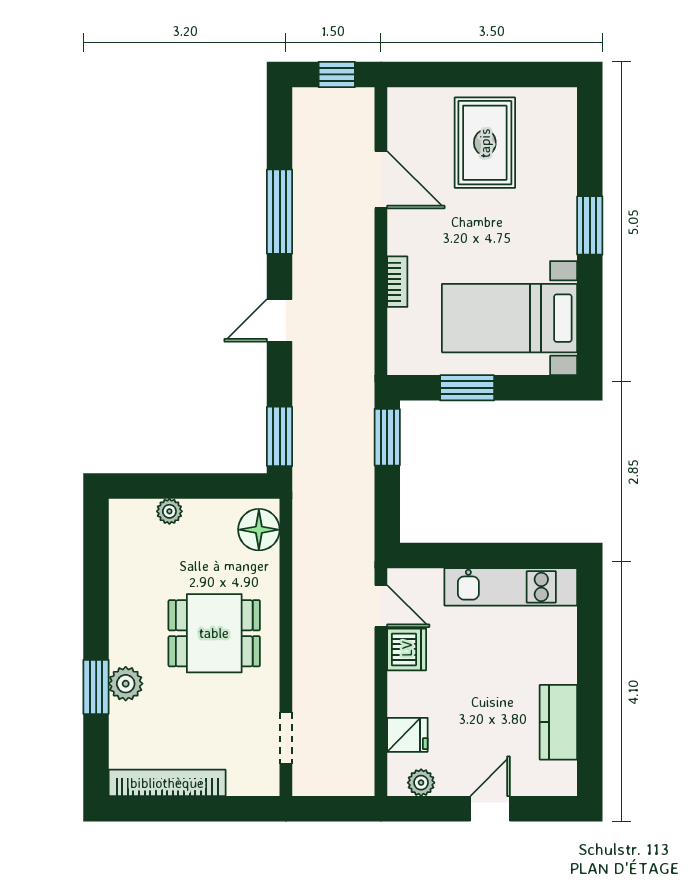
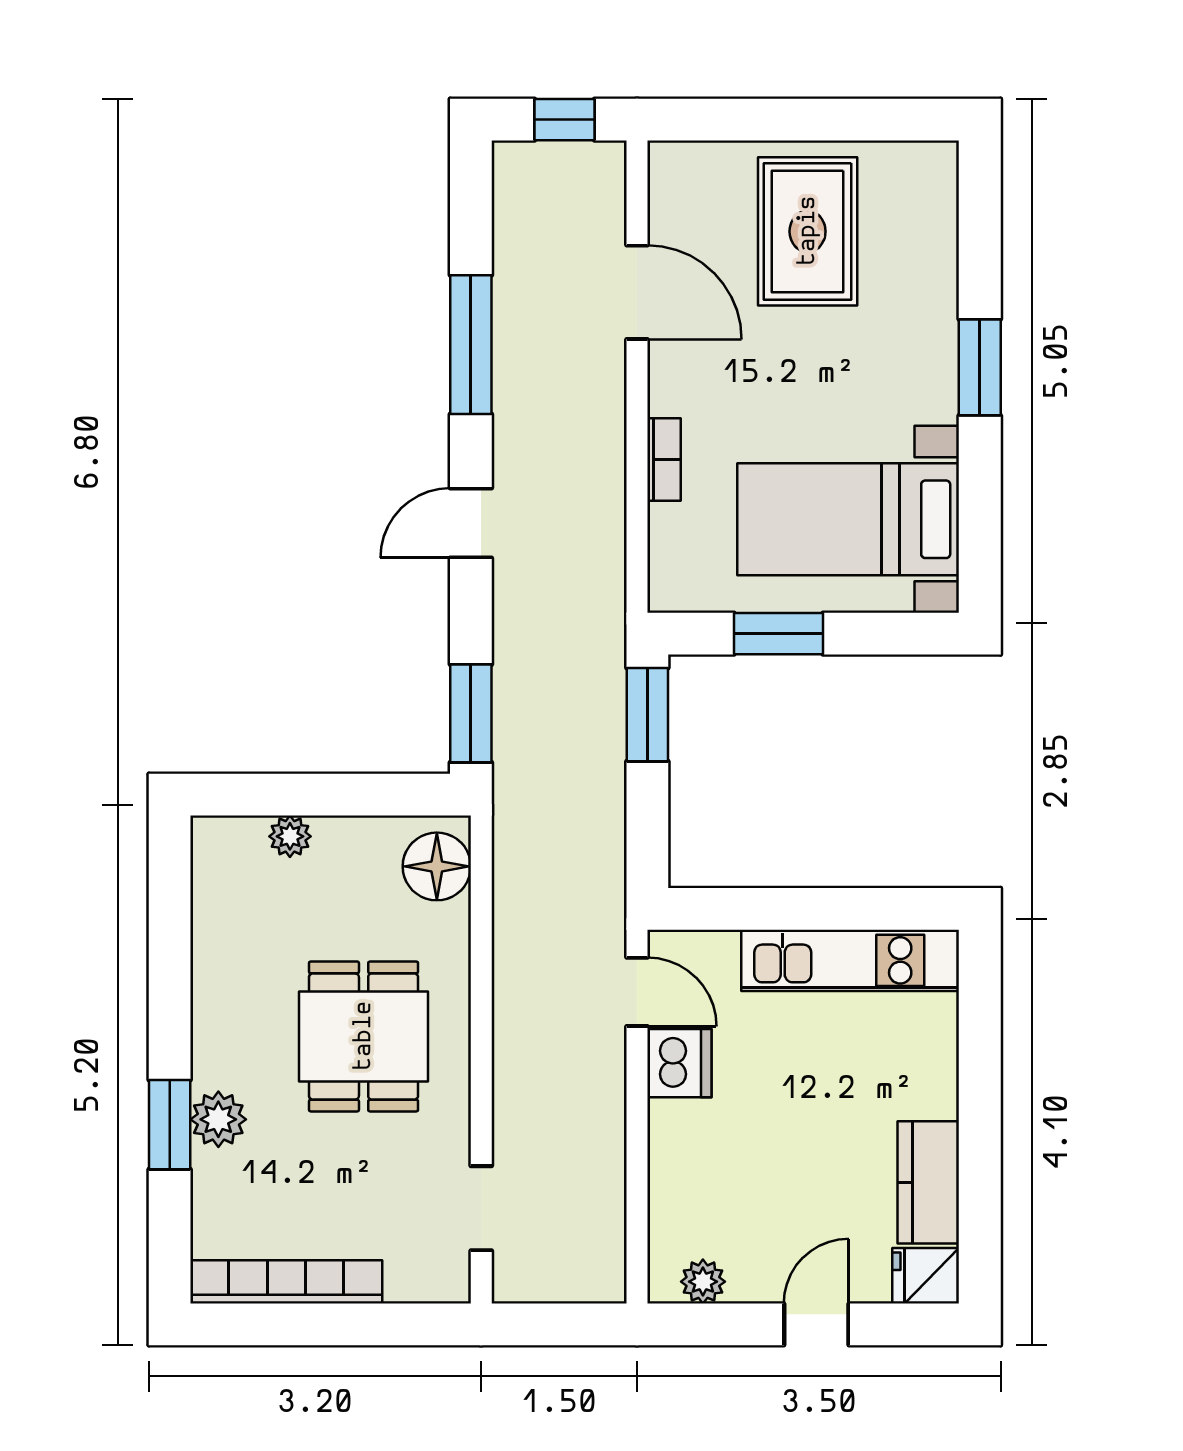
dining table: (214, 633) -> (364, 1036), turned 90
fridge: (407, 735) -> (926, 1276), moved, turned 180

